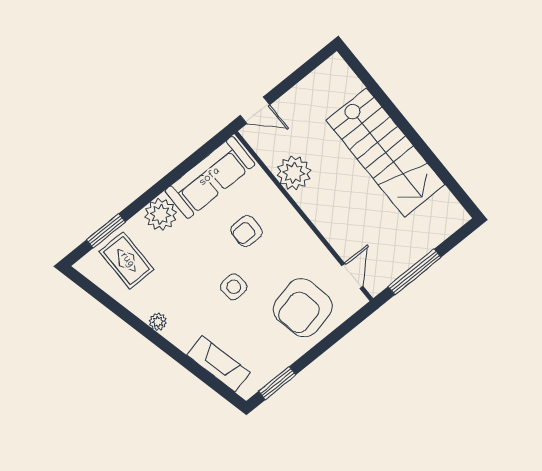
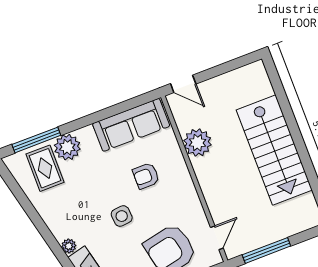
plant: (161, 214) -> (67, 147), moved
window: (106, 231) -> (36, 140), width x1.44
plant: (158, 322) -> (69, 246), moved

